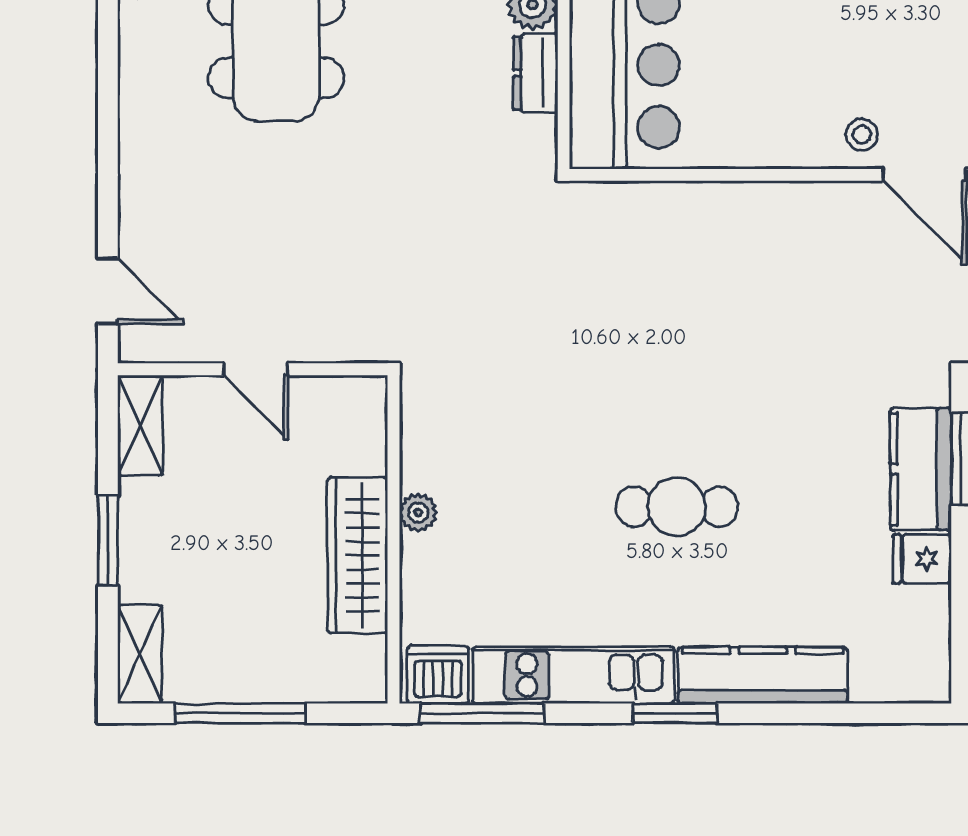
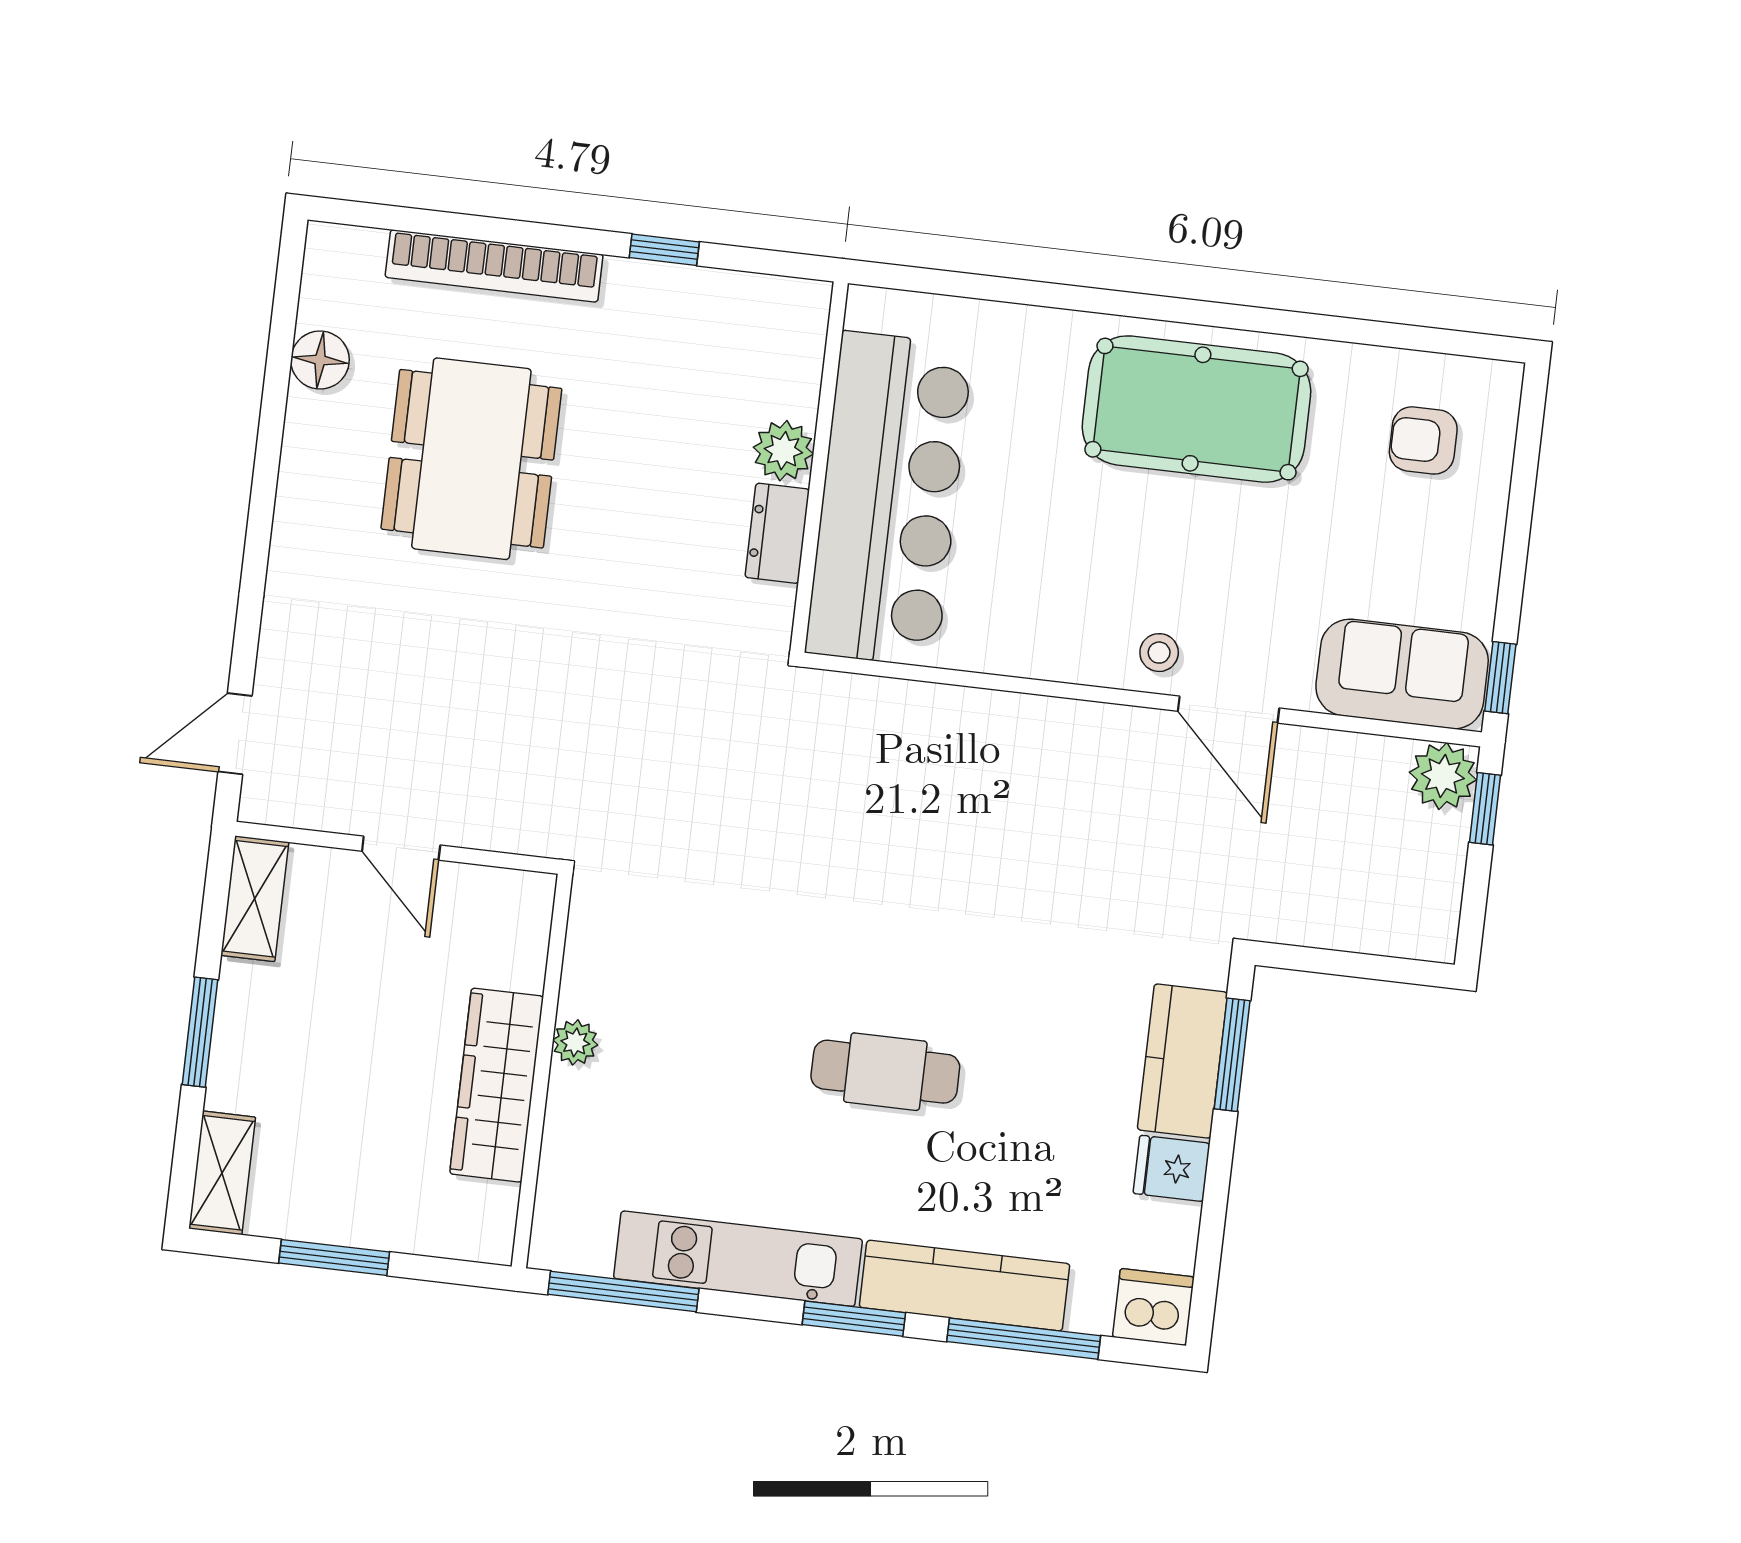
door: (108, 291) -> (235, 734), swing flipped
dishwasher: (438, 675) -> (1153, 1307), moved
window: (240, 713) -> (334, 1258), width x0.69
window: (817, 713) -> (1024, 1339), added

